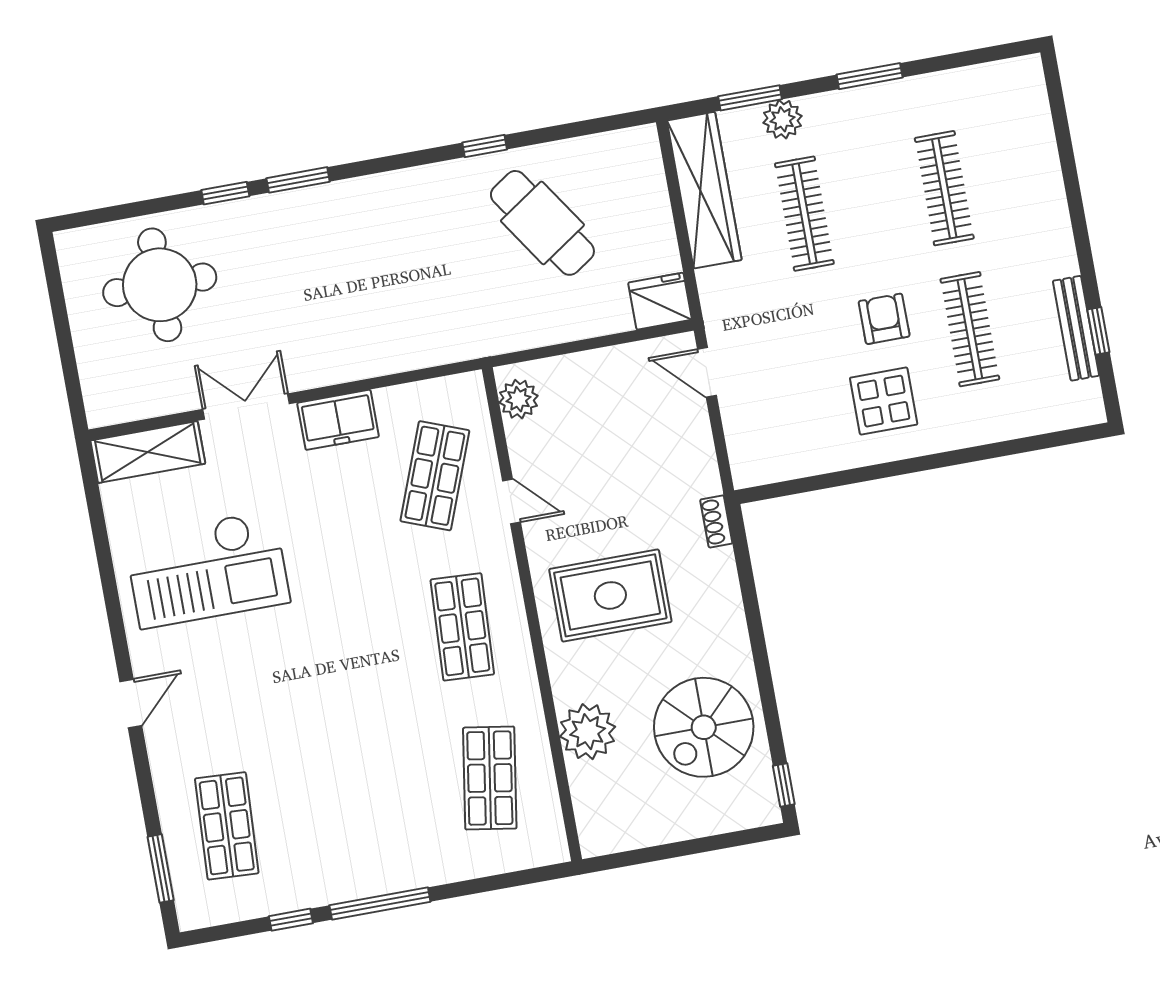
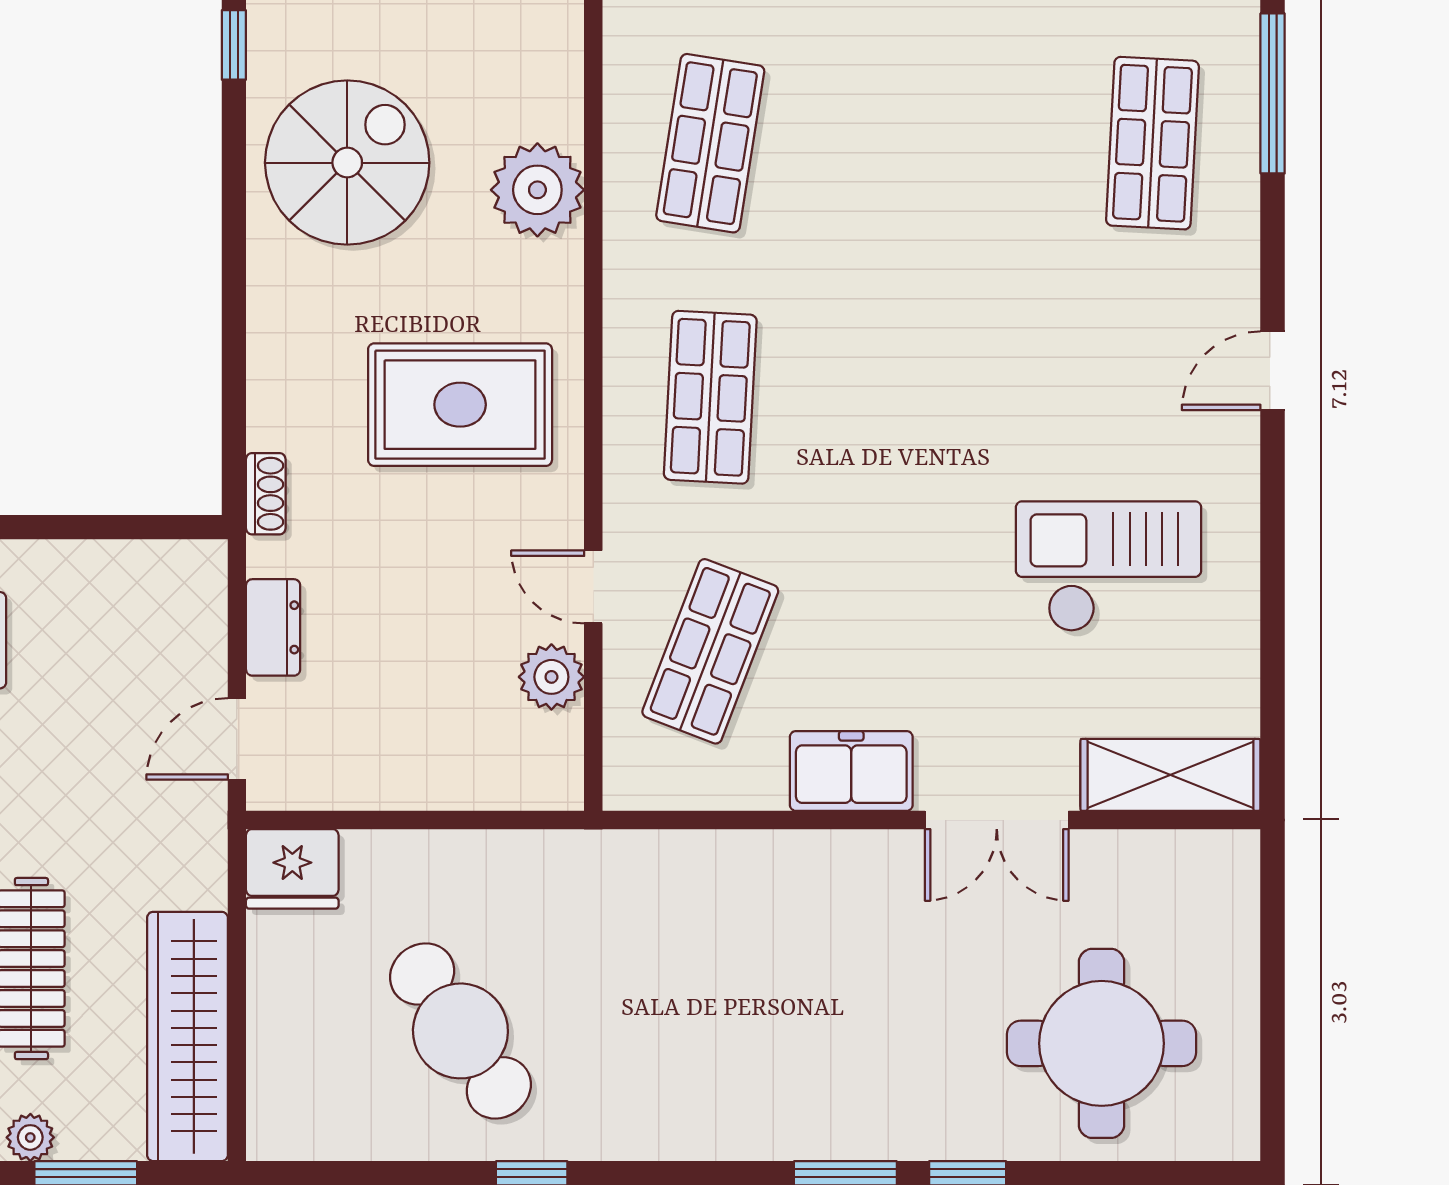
plant: (783, 119) -> (30, 1137), width x0.73, depth x0.73
door: (707, 372) -> (237, 739), swing flipped
plant: (519, 399) -> (551, 677), moved
dresser: (698, 443) -> (273, 627), added
checkout: (207, 569) -> (1109, 566), width x0.73, depth x0.83
window: (161, 868) -> (1273, 93), width x1.44

